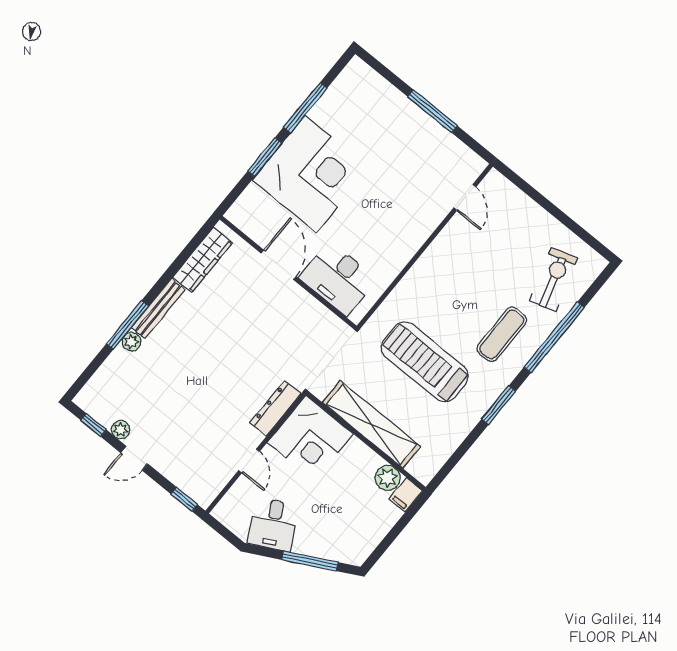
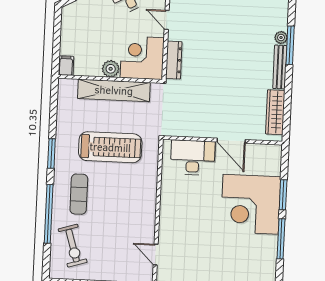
plant: (388, 478) -> (111, 69), moved

